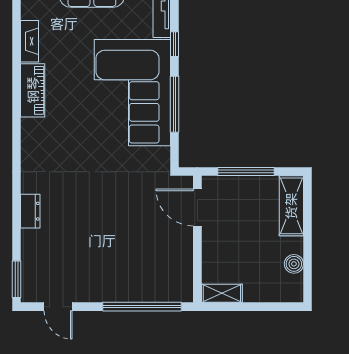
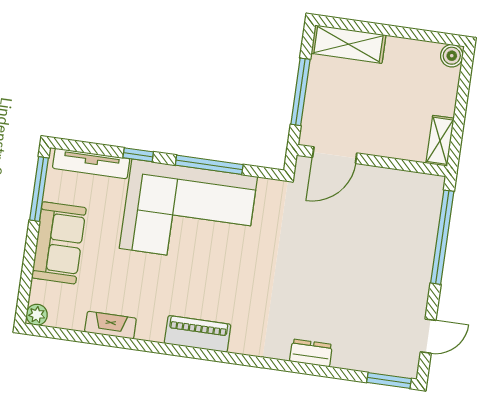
piano: (33, 90) -> (198, 334), moved
boiler: (294, 264) -> (452, 56), moved

